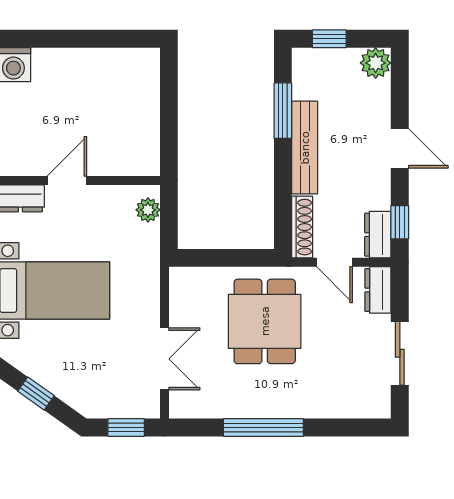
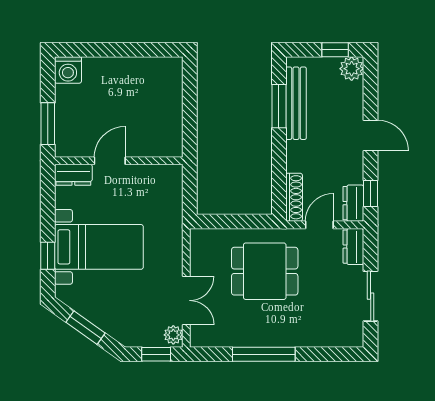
window: (329, 39) -> (335, 50), moved
bench: (305, 148) -> (296, 103), moved
plant: (148, 210) -> (173, 335), moved
door: (334, 262) -> (319, 225), swing flipped
dining table: (265, 321) -> (265, 271), turned 90
window: (36, 393) -> (86, 328), width x1.50

